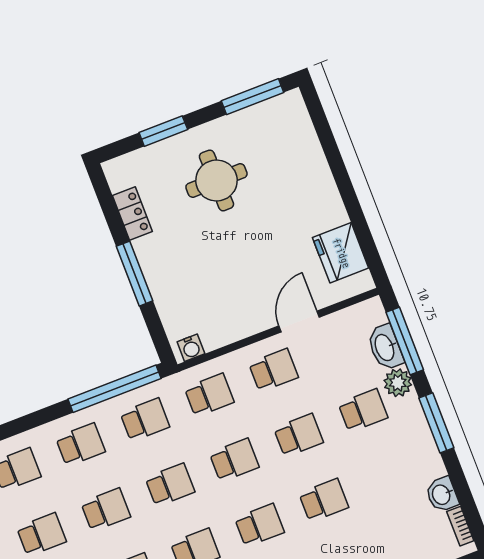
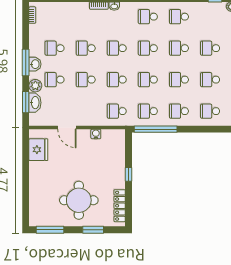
round table: (216, 180) -> (79, 200), width x1.36, depth x1.36
locker: (132, 214) -> (120, 206), width x1.53
window: (135, 274) -> (128, 174), width x0.46
door: (299, 321) -> (67, 127), hinge flipped
window: (405, 341) -> (26, 102), width x0.69
water cooler: (191, 348) -> (96, 134), moved
school desk: (273, 370) -> (55, 48), moved
washbasin: (442, 494) -> (35, 64), moved

